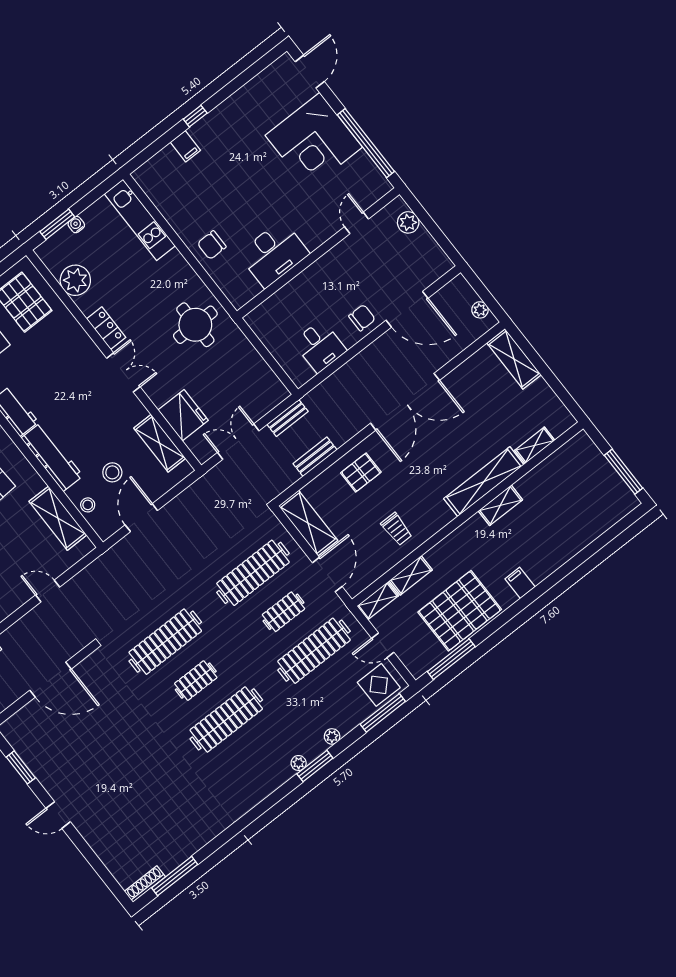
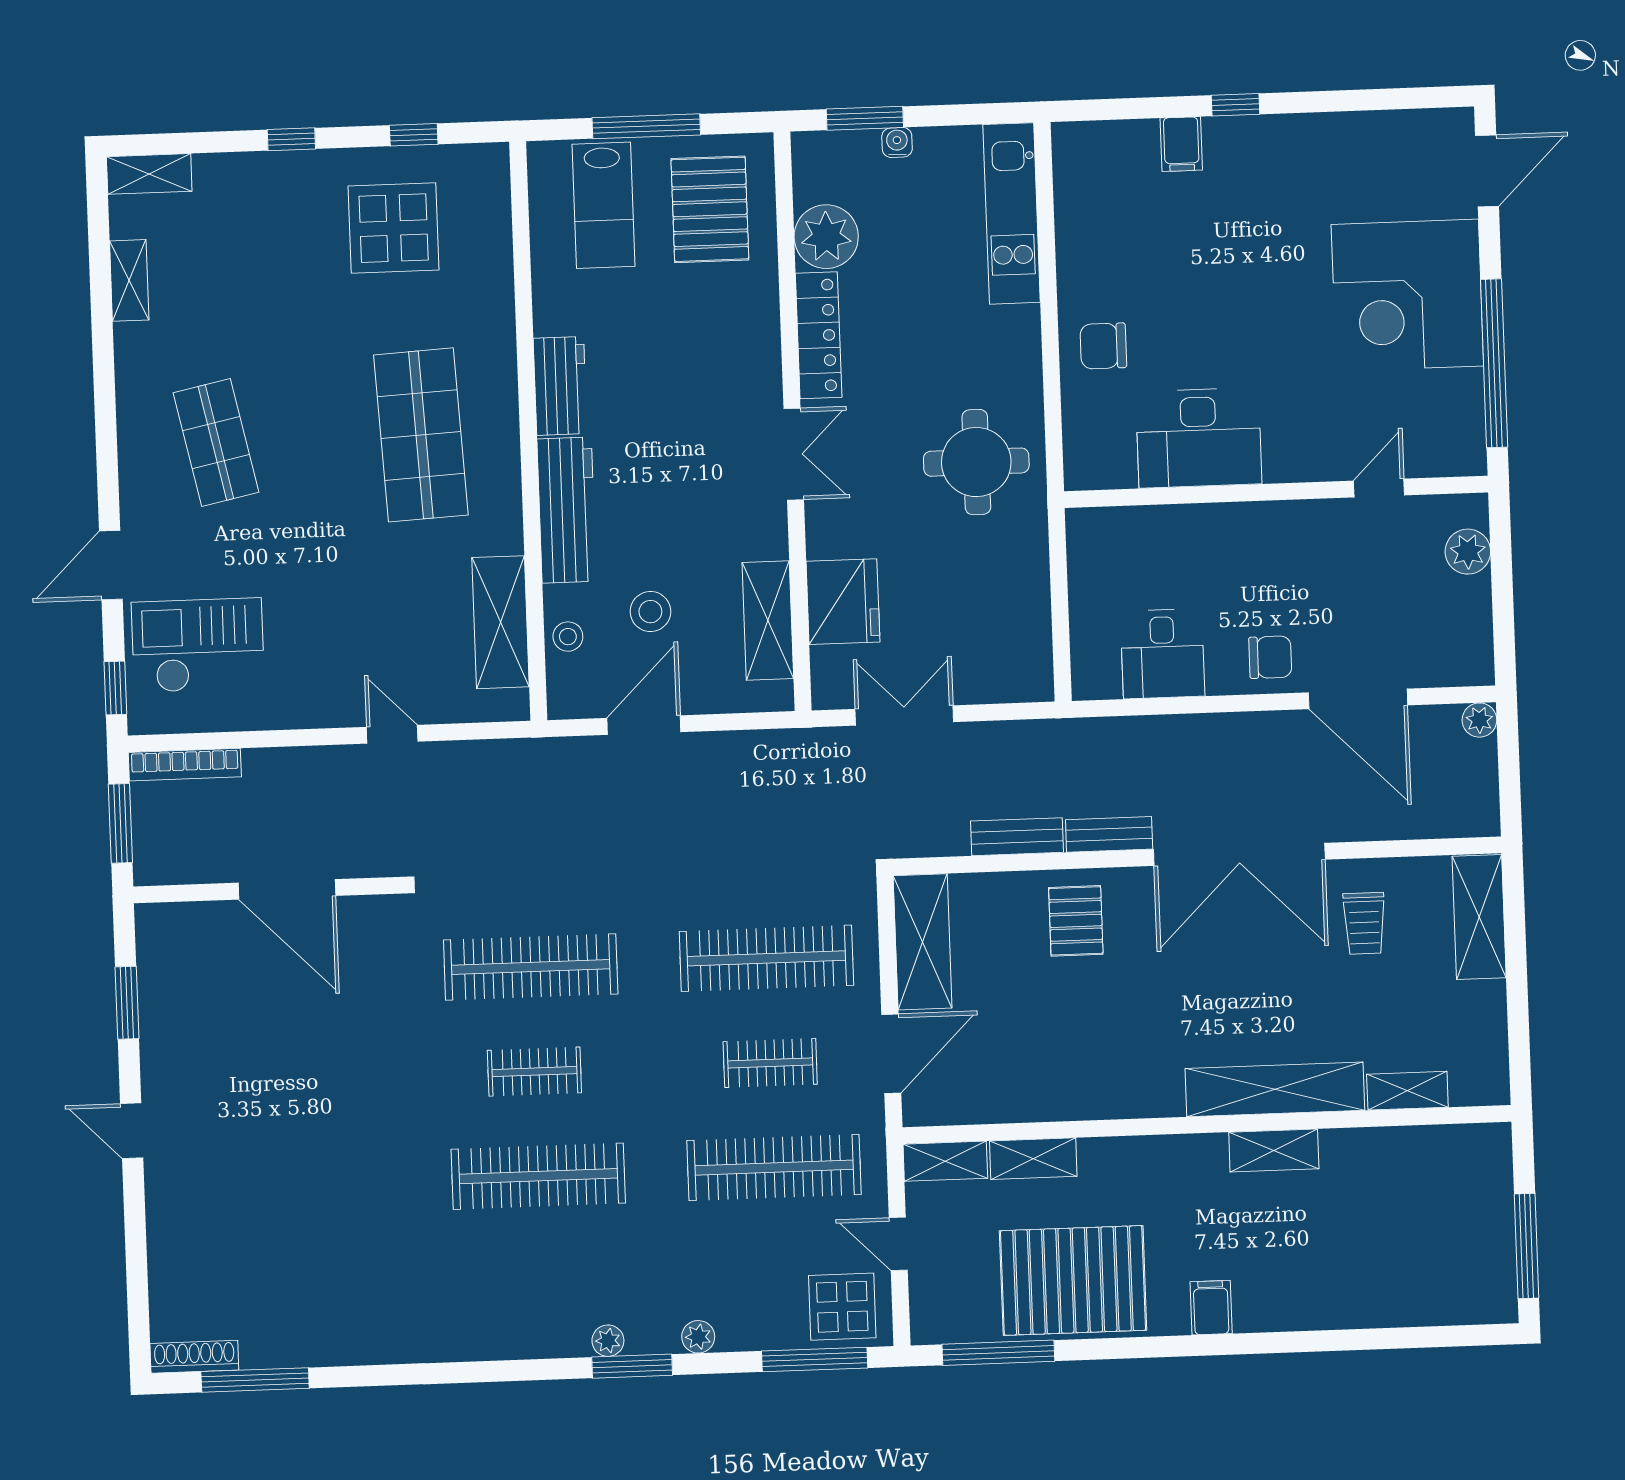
plant: (480, 310) -> (1479, 720), moved
locker: (106, 328) -> (819, 335), width x1.53
bench: (288, 418) -> (1109, 834), moved
pallet: (361, 473) -> (1076, 921), turned 90
trolley: (397, 529) -> (1364, 923), moved

